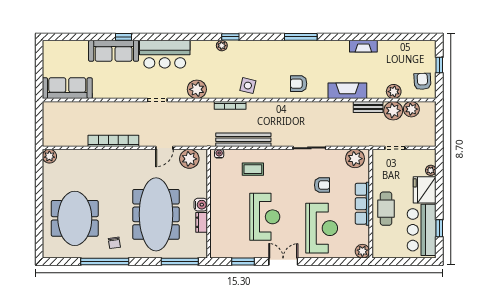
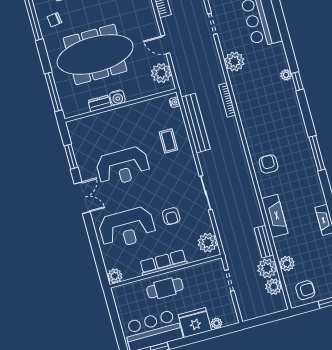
side table: (248, 86) -> (252, 113), removed

